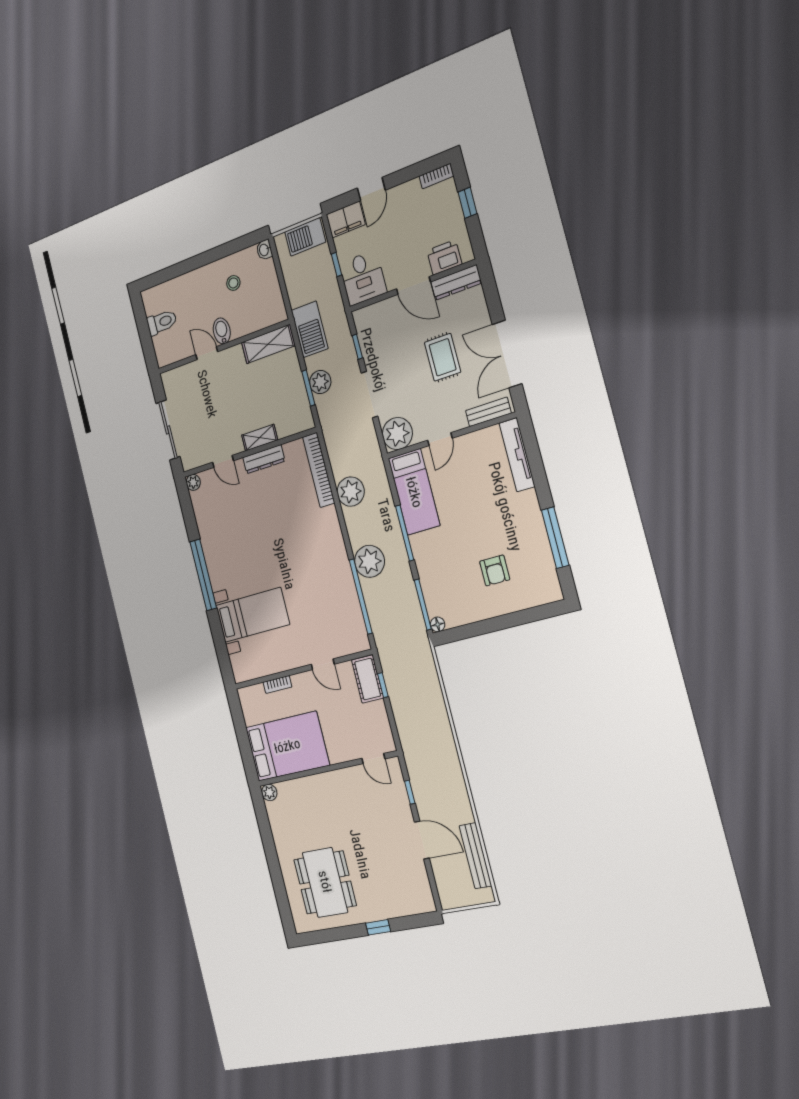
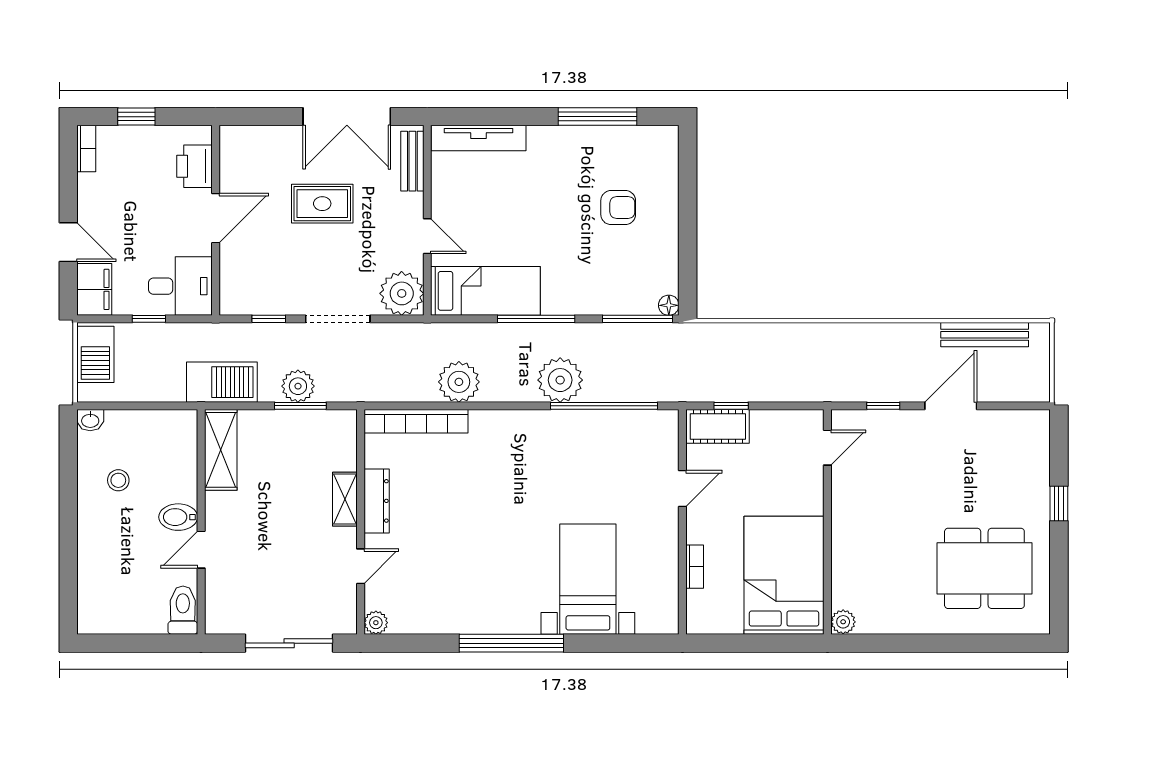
dresser: (456, 282) -> (232, 159), removed
toilet: (162, 322) -> (183, 610), moved

